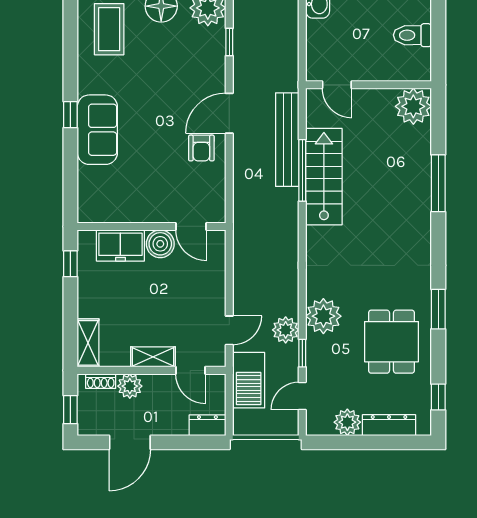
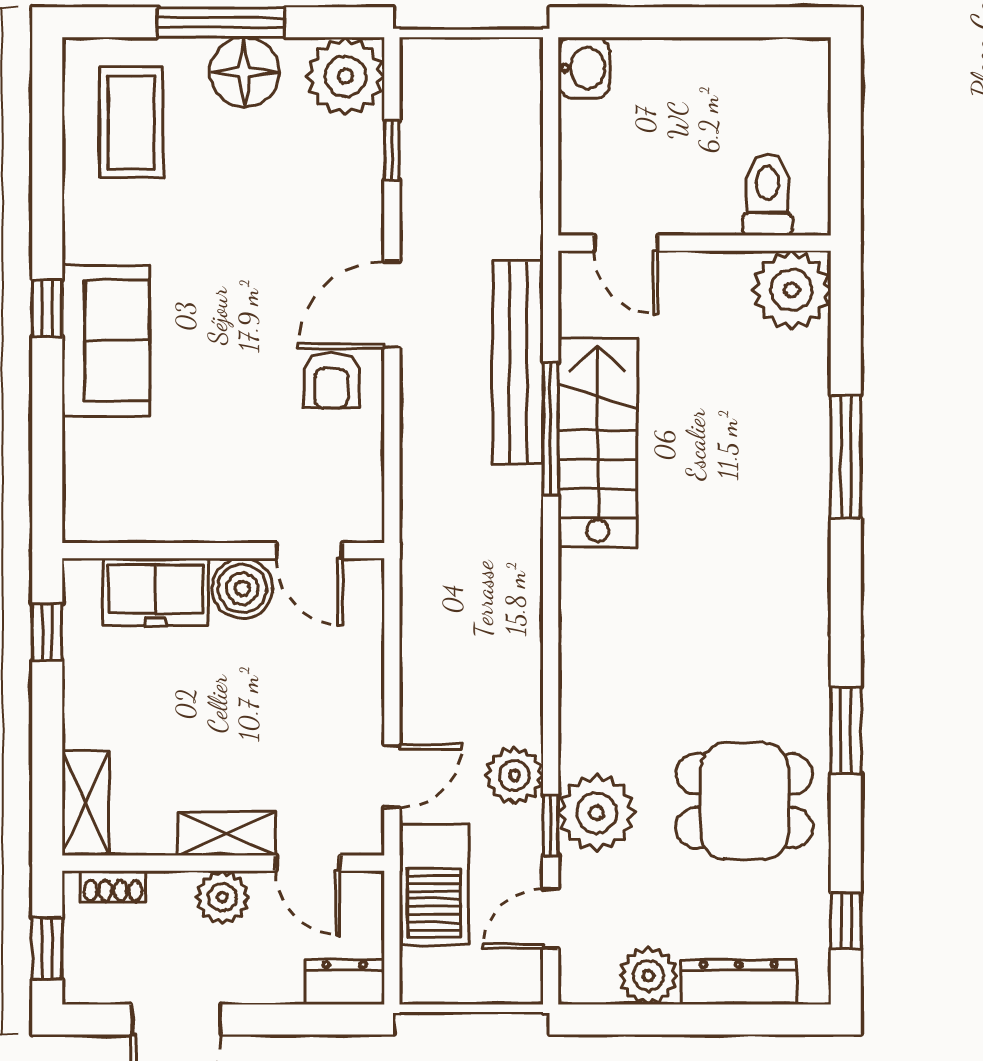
toilet: (412, 35) -> (767, 194), moved, turned 90
plant: (323, 316) -> (597, 813), moved
dining table: (391, 342) -> (744, 801), turned 90
plant: (130, 386) -> (222, 897), moved

